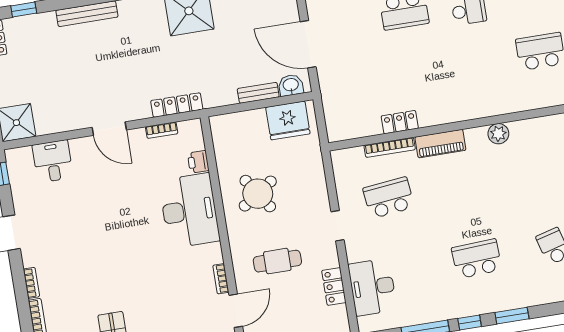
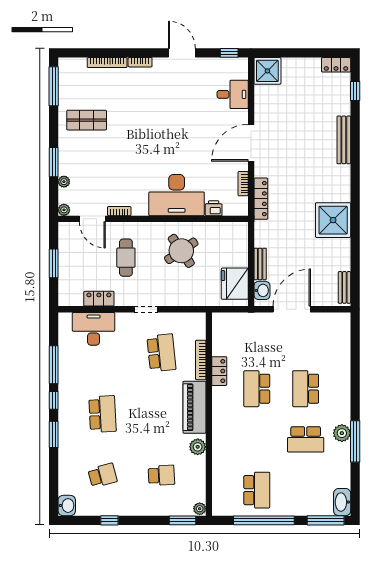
school desk: (414, 72) -> (257, 389), added
door: (109, 129) -> (251, 143), width x1.36
piano: (440, 144) -> (194, 407), width x1.37, depth x1.33
school desk: (541, 173) -> (161, 475), added

